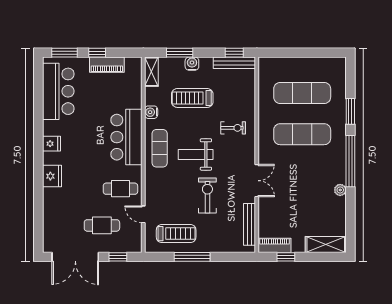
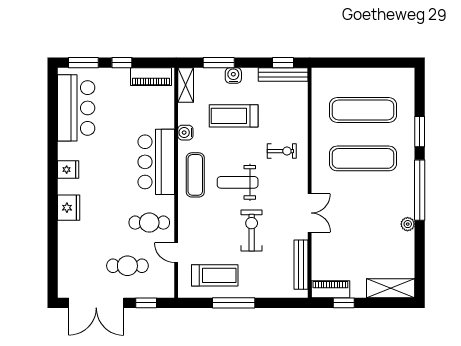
piano: (107, 65) -> (151, 77), moved

